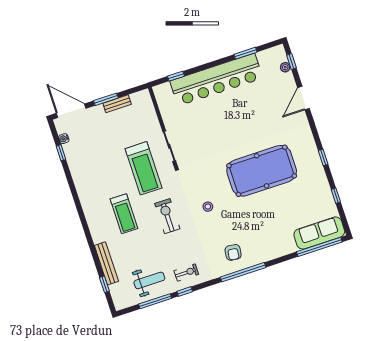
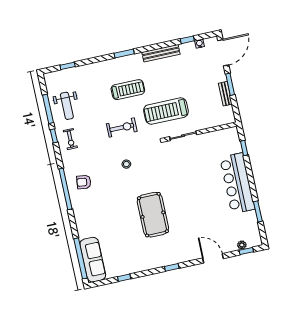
bar counter: (216, 80) -> (237, 183), width x0.73
window: (323, 157) -> (172, 267), moved
pool table: (262, 171) -> (153, 215), width x0.73, depth x0.76
treadmill: (124, 214) -> (128, 90), turned 180
window: (84, 222) -> (124, 54), added
bench: (106, 263) -> (161, 53), moved

